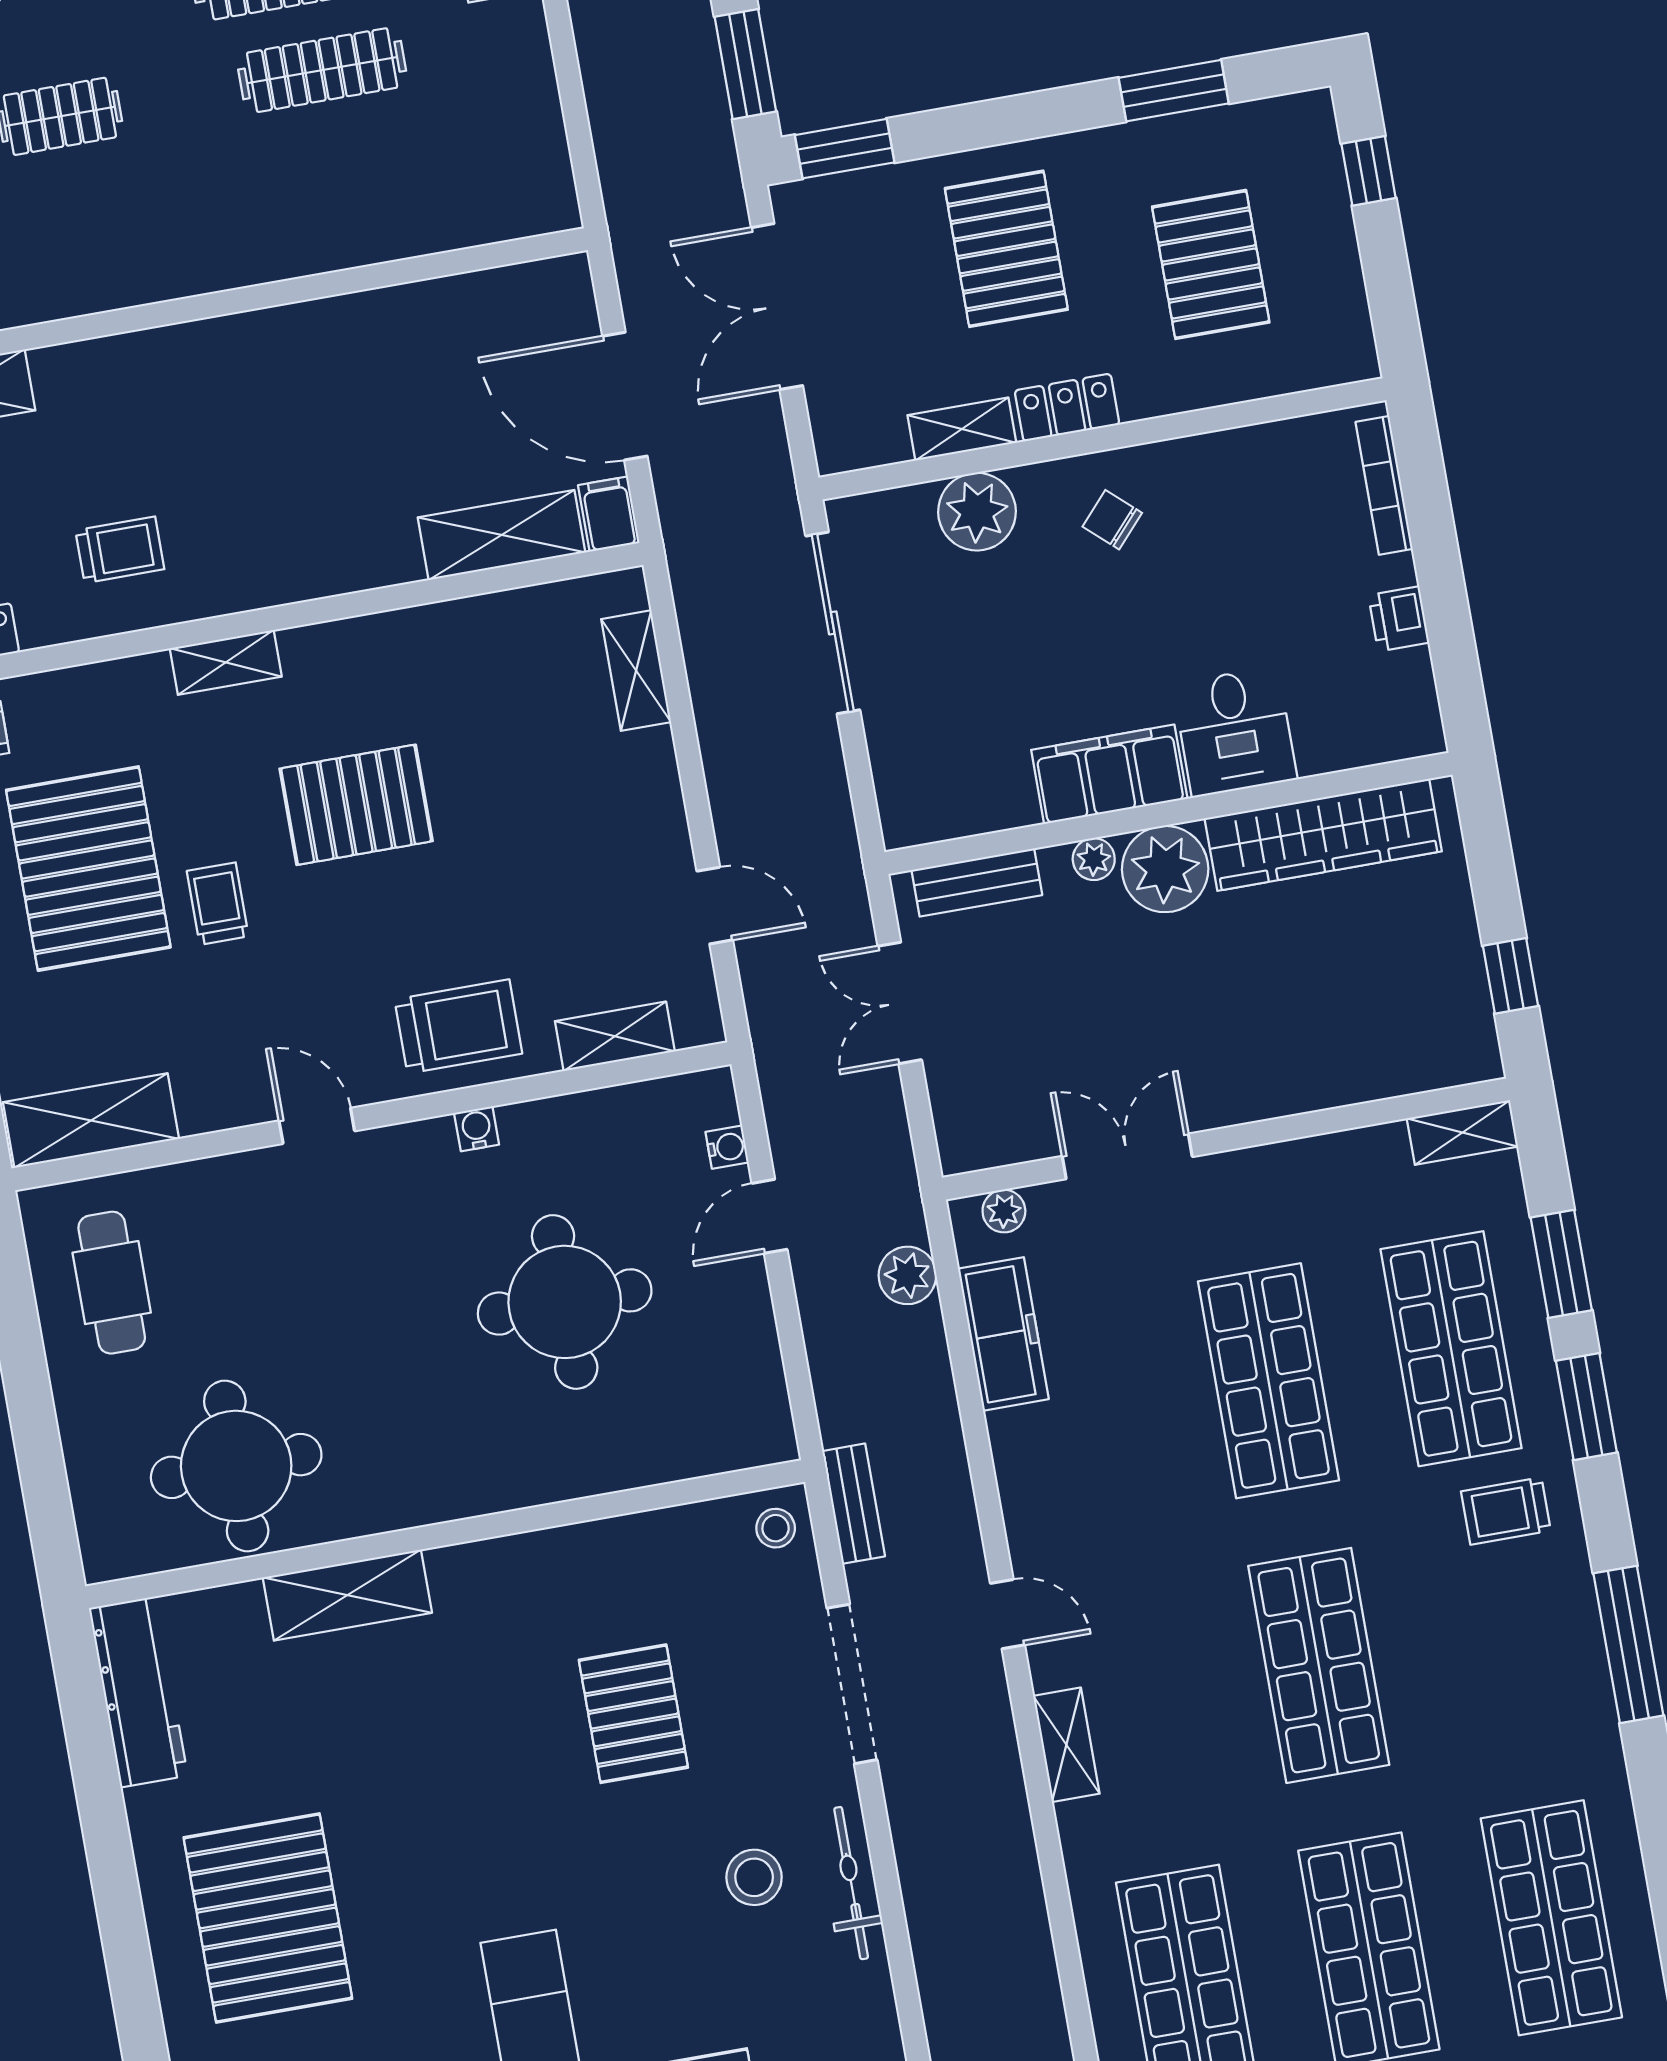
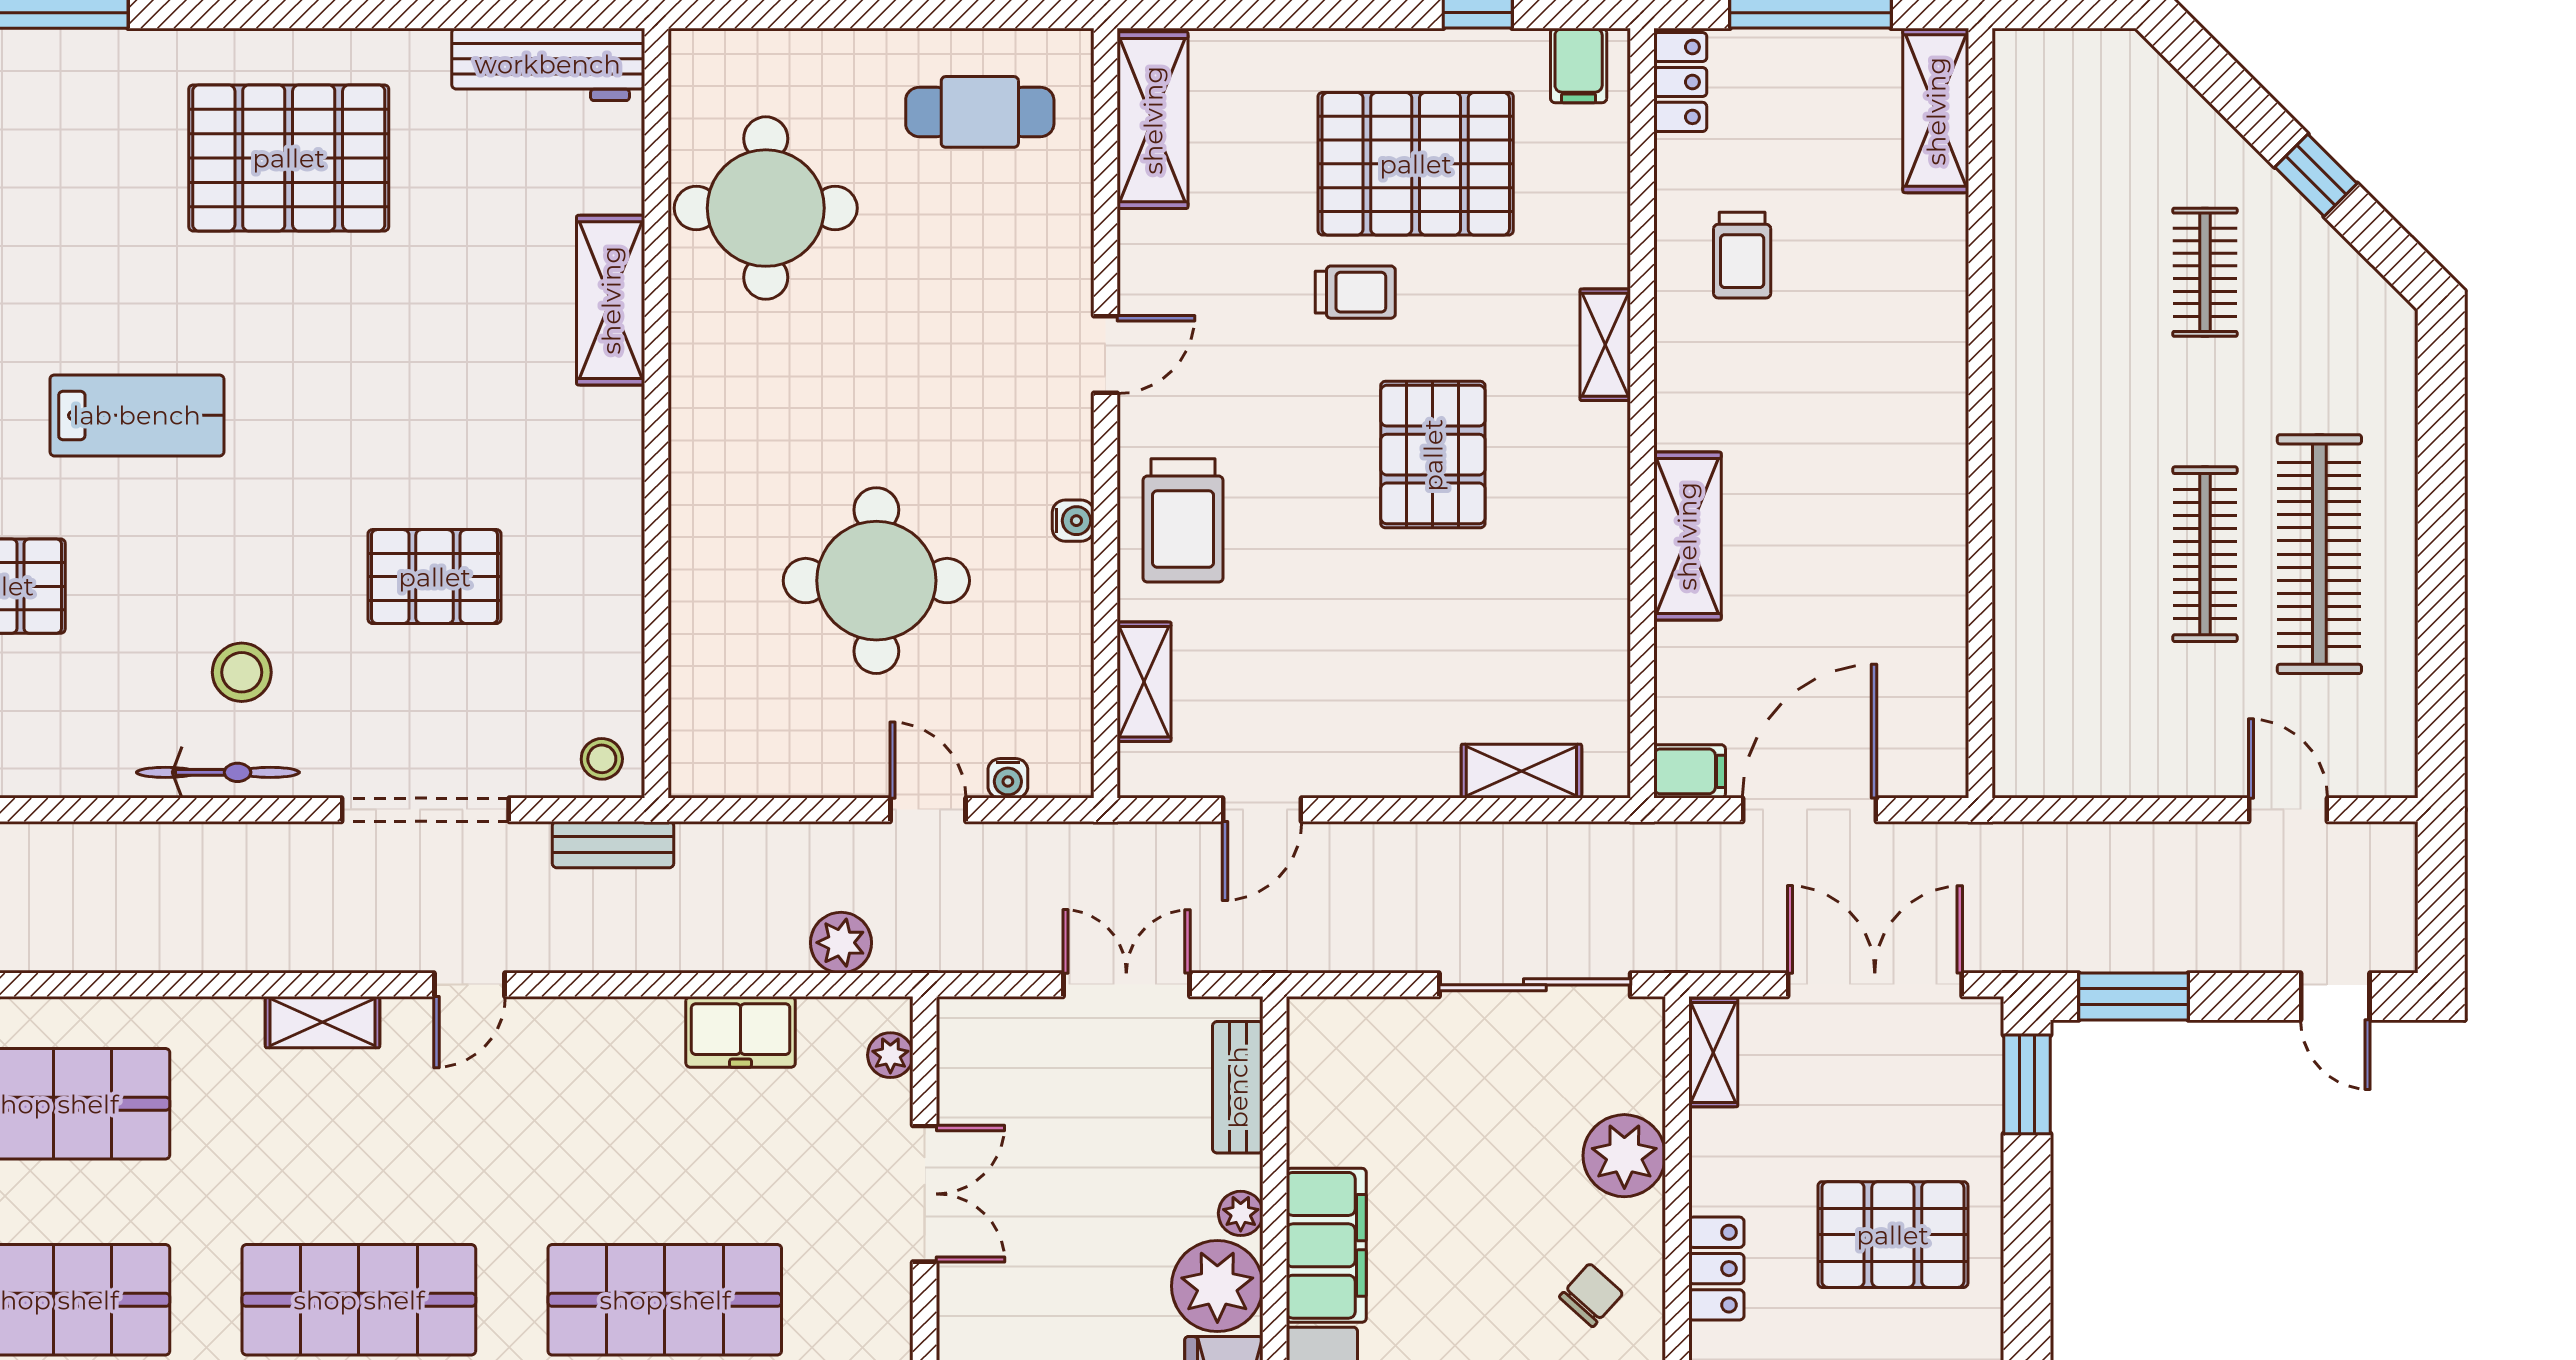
shelving: (962, 429) -> (1713, 1052), moved
shelving: (501, 535) -> (1687, 536), moved
freezer: (1003, 1334) -> (741, 1032), width x0.71

